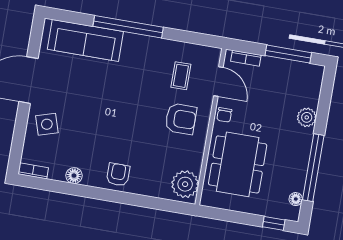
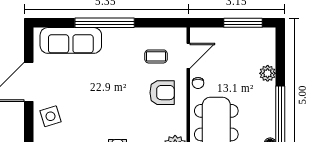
bookcase: (246, 58) -> (208, 32), removed
coffee table: (181, 76) -> (156, 56), turned 90
door: (218, 82) -> (188, 56), hinge flipped

